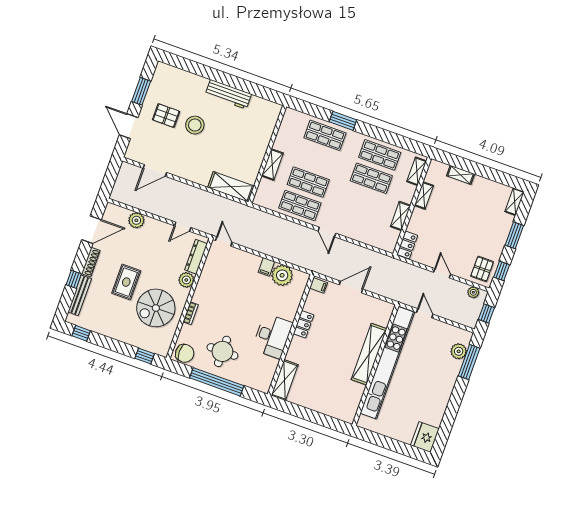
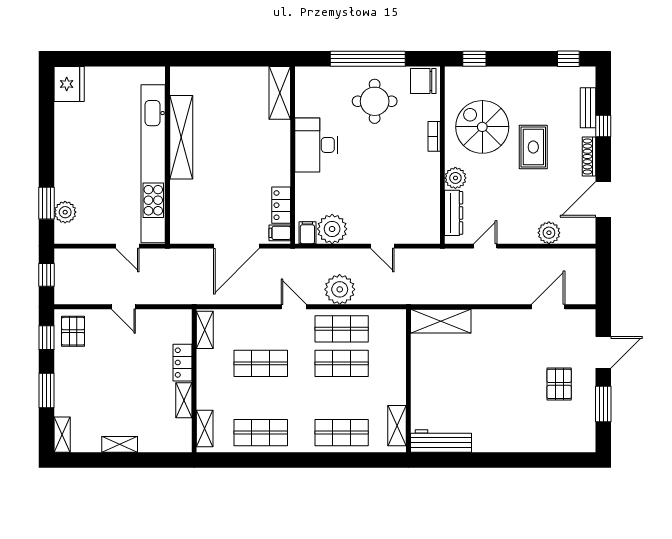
workbench: (228, 94) -> (441, 441), moved
pallet: (166, 116) -> (559, 384), turned 90
window: (343, 121) -> (325, 460), removed
stool: (195, 125) -> (517, 385), removed
door: (129, 126) -> (603, 352), hinge flipped
shelving: (272, 164) -> (397, 426), moved
shelving: (461, 175) -> (120, 444), moved
shop shelf: (371, 178) -> (261, 363), moved
shelving: (401, 216) -> (205, 330), moved
door: (224, 241) -> (382, 246), moved
locker: (407, 245) -> (182, 363), moved
filing cabinet: (266, 267) -> (307, 233), moved
door: (351, 287) -> (236, 246), width x1.36
plant: (473, 292) -> (340, 289), moved, width x1.88, depth x1.88
bench: (80, 295) -> (588, 108), width x0.73
spiral stairs: (156, 308) -> (482, 127), turned -90
locker: (304, 324) -> (281, 205), moved
shelving: (369, 354) -> (181, 137), moved
window: (469, 362) -> (47, 203), width x0.69

